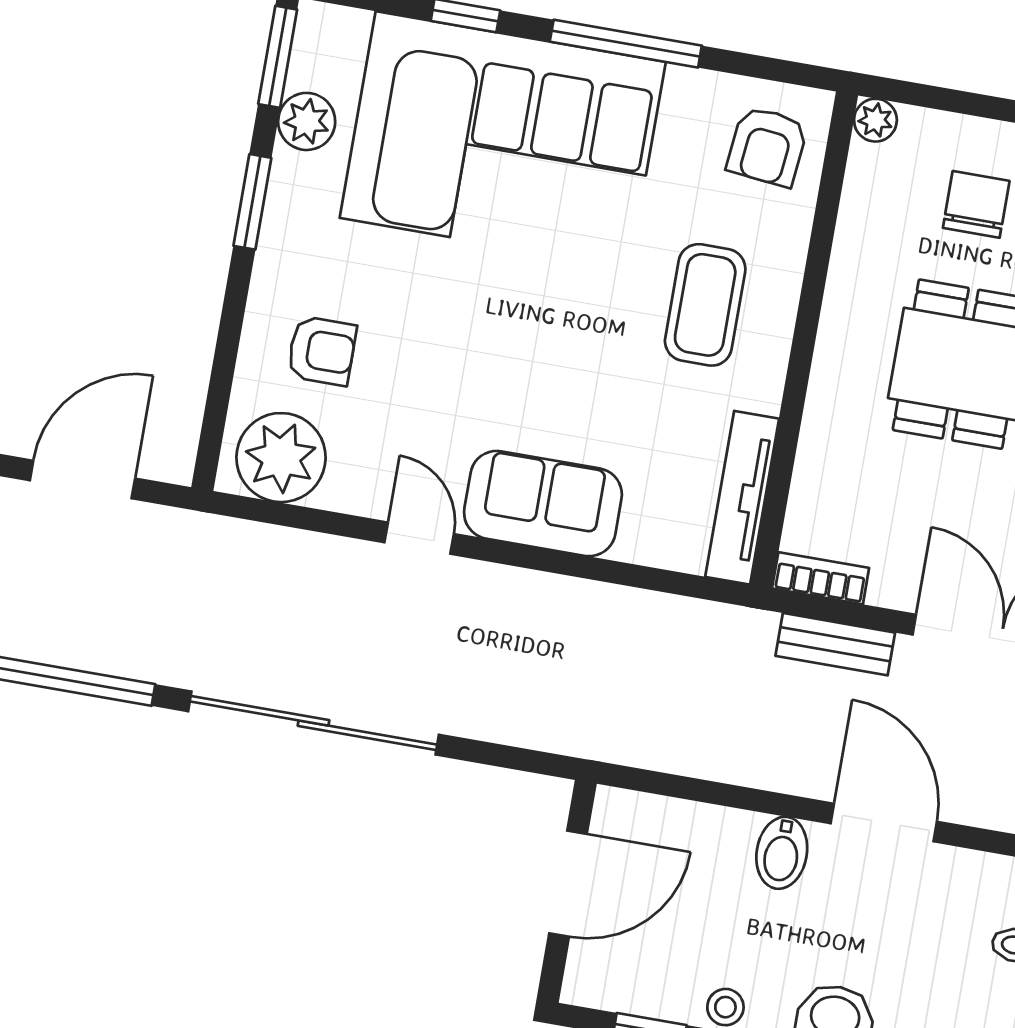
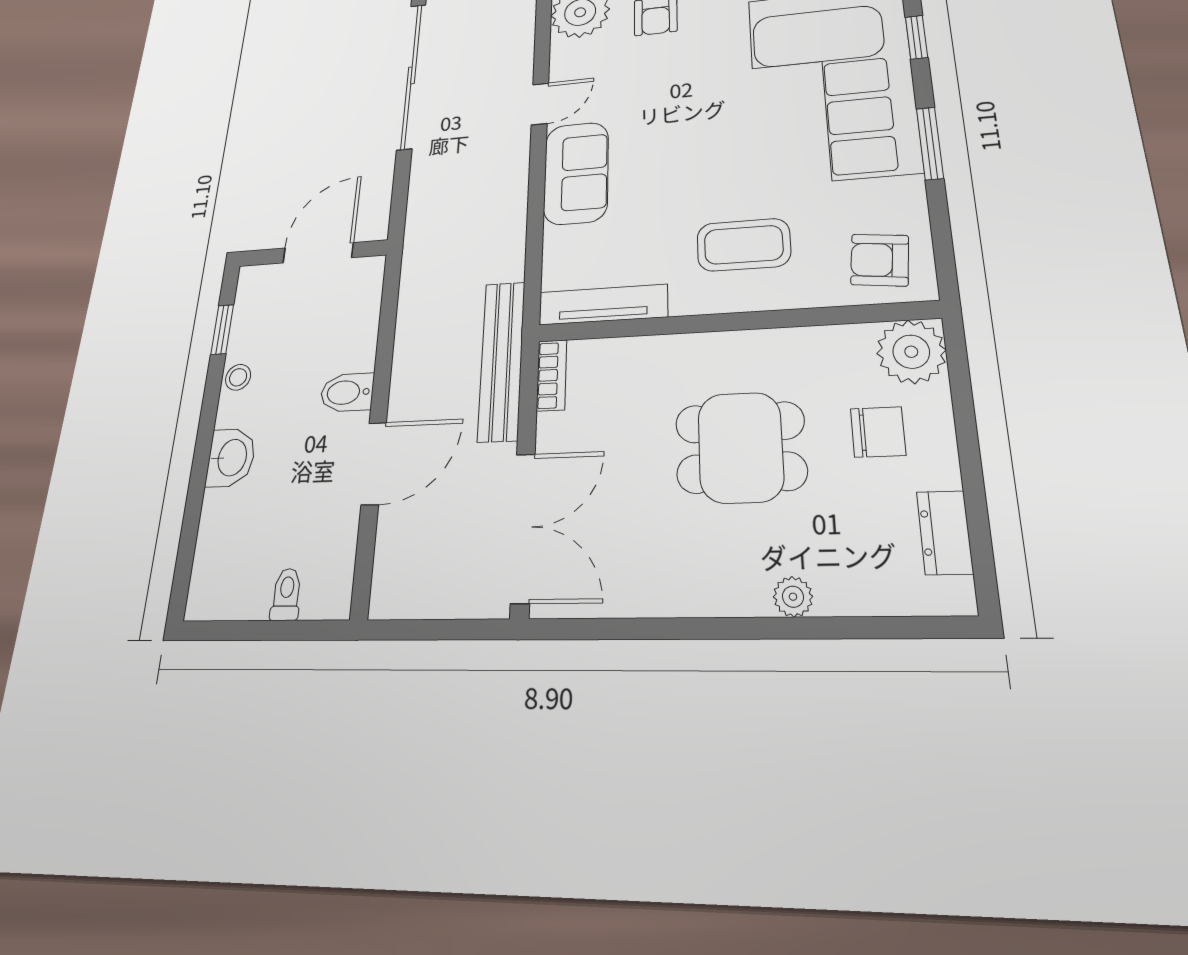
window: (626, 44) -> (930, 143), width x0.69
plant: (875, 120) -> (911, 352), width x1.87, depth x1.87
bench: (835, 644) -> (502, 360), width x1.86, depth x1.21
door: (568, 884) -> (318, 253), swing flipped

